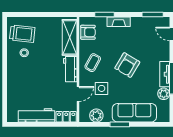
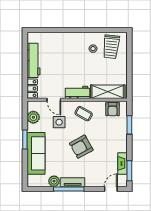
fireplace: (119, 22) -> (123, 163), moved
armchair: (127, 65) -> (81, 147), turned -60

